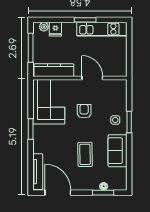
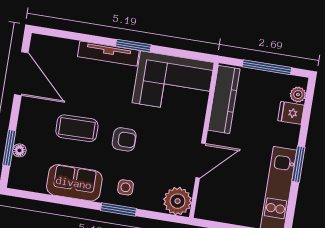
plant: (119, 88) -> (178, 201), added
armchair: (84, 111) -> (124, 139), moved
tv unit: (38, 172) -> (108, 54), moved
door: (58, 193) -> (21, 74), hinge flipped

